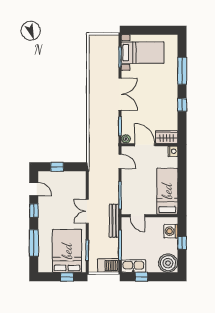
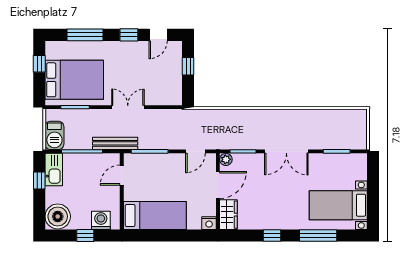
bed with nightstands: (143, 53) -> (338, 205), moved, turned 90
window: (67, 277) -> (39, 64), moved

